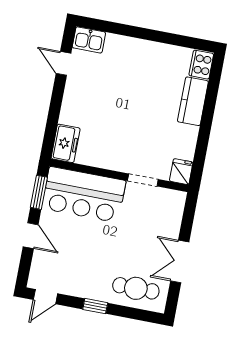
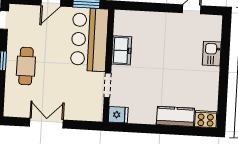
kitchen sink: (89, 40) -> (212, 54), moved
freezer: (66, 143) -> (122, 50), moved, turned -90
cafe table: (136, 288) -> (26, 66), moved

